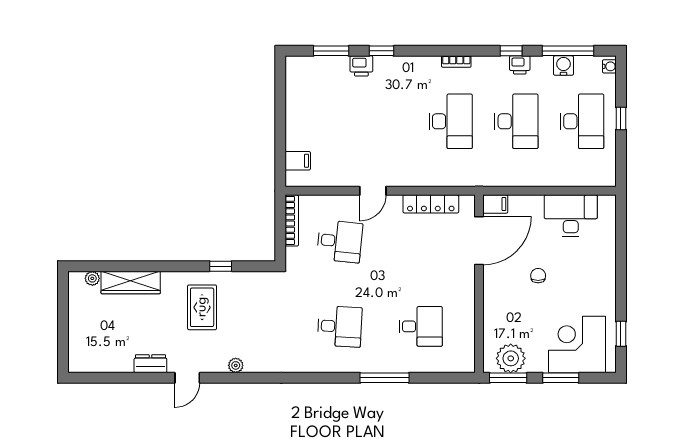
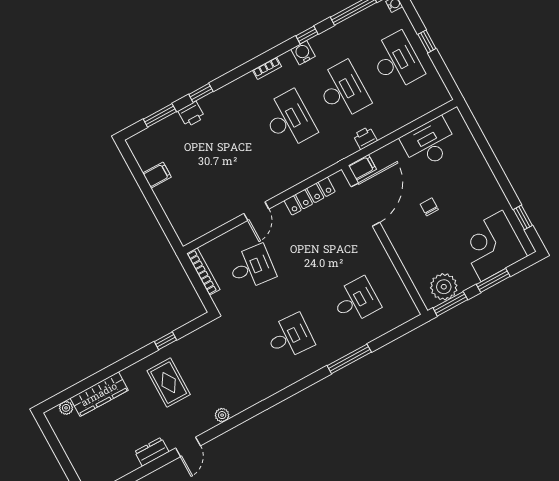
printer: (520, 65) -> (365, 138), moved, turned 180
water cooler: (563, 66) -> (303, 53), moved
filing cabinet: (298, 161) -> (157, 175), moved

